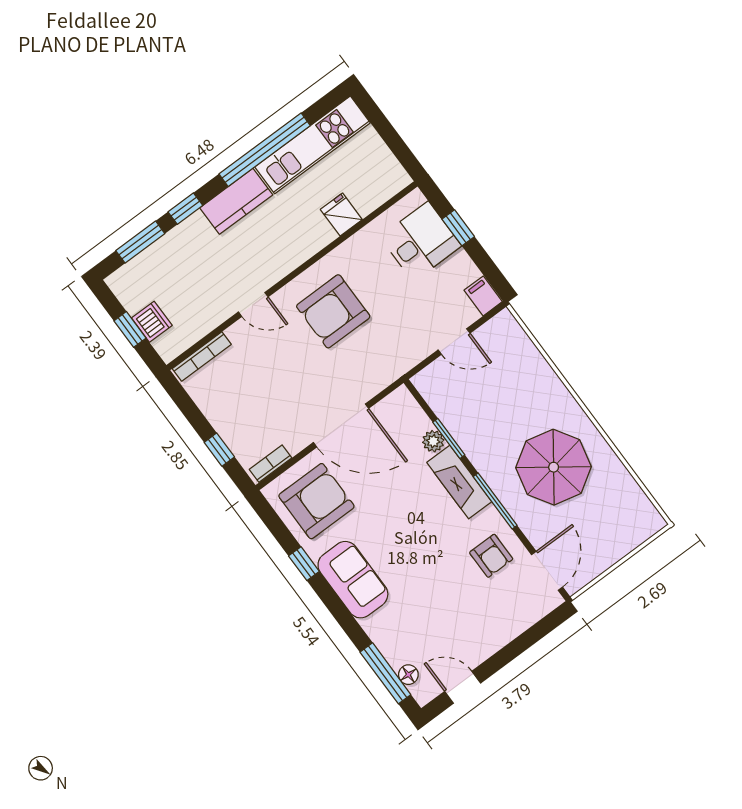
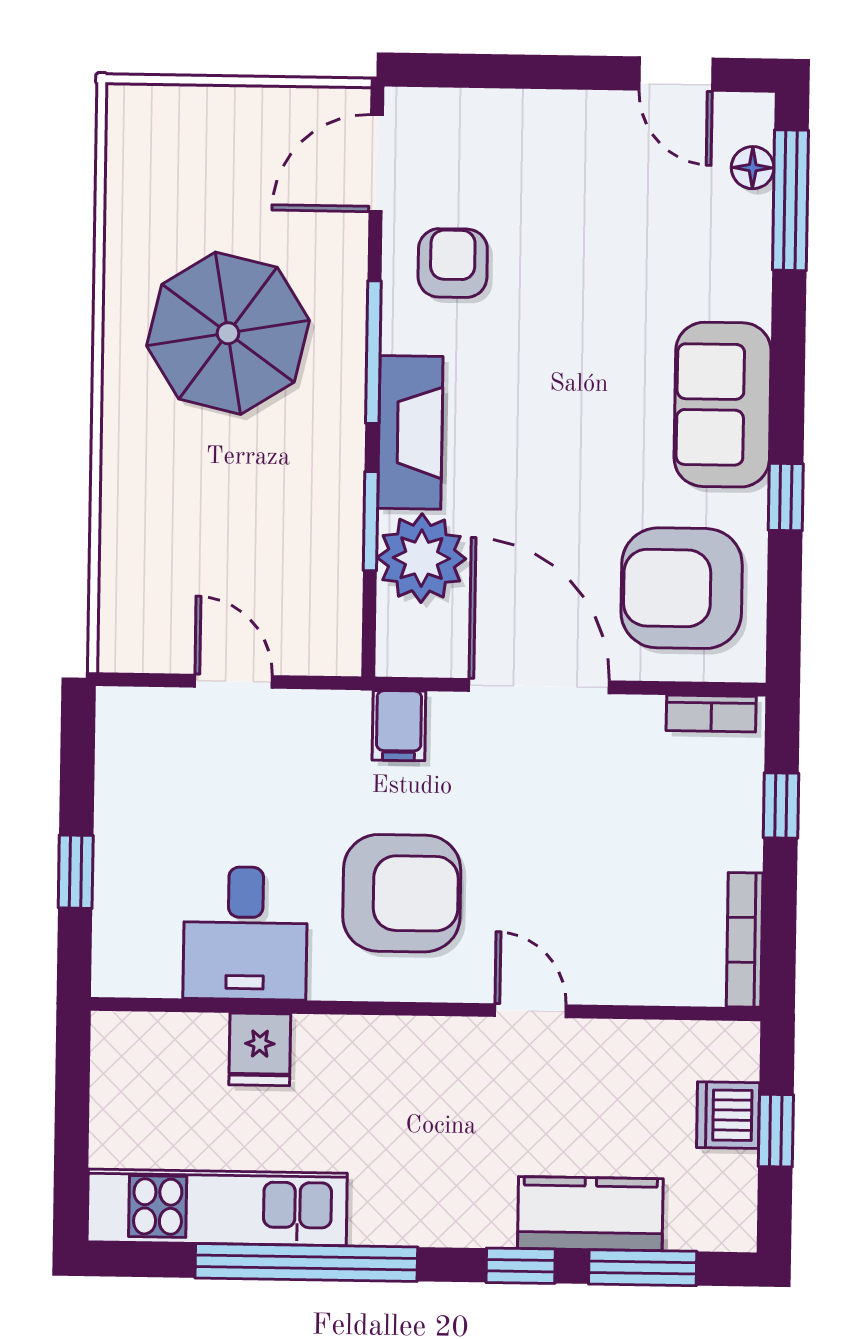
kitchen counter: (236, 201) -> (590, 1214), moved
desk: (421, 241) -> (245, 933), moved, turned -90
filing cabinet: (483, 296) -> (399, 726), moved
bookcase: (202, 357) -> (745, 940), moved, turned -90
plant: (433, 441) -> (421, 558), width x1.88, depth x1.88

